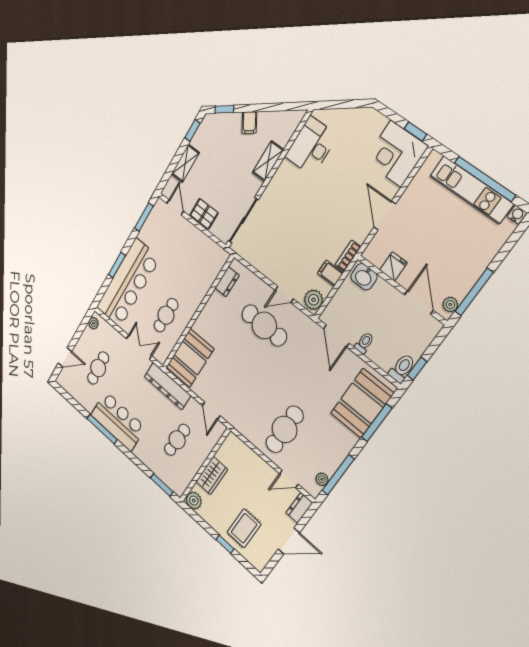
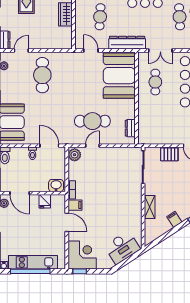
desk: (311, 146) -> (122, 248), moved, turned 57
filing cabinet: (330, 273) -> (75, 205), moved
booth: (190, 358) -> (119, 76), width x1.36, depth x1.42

